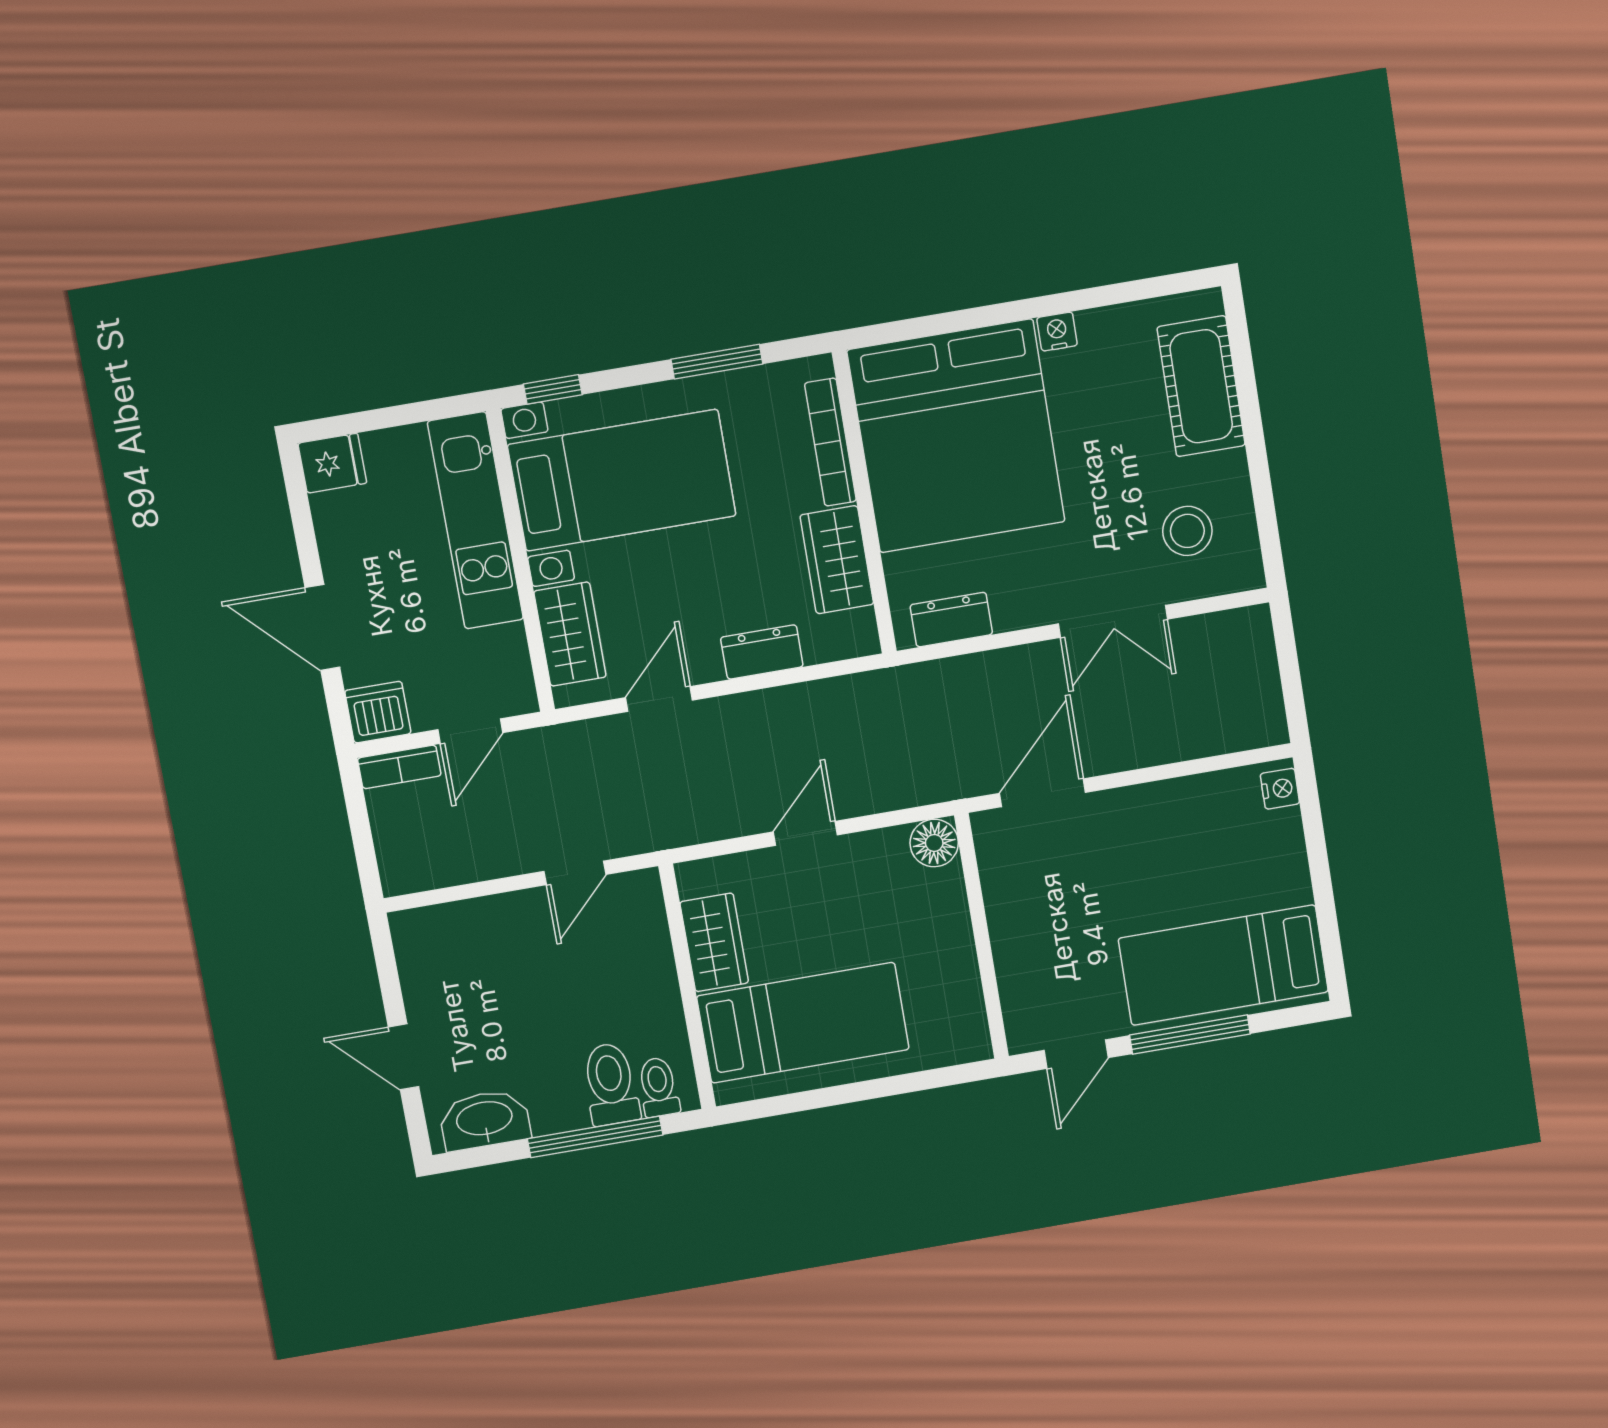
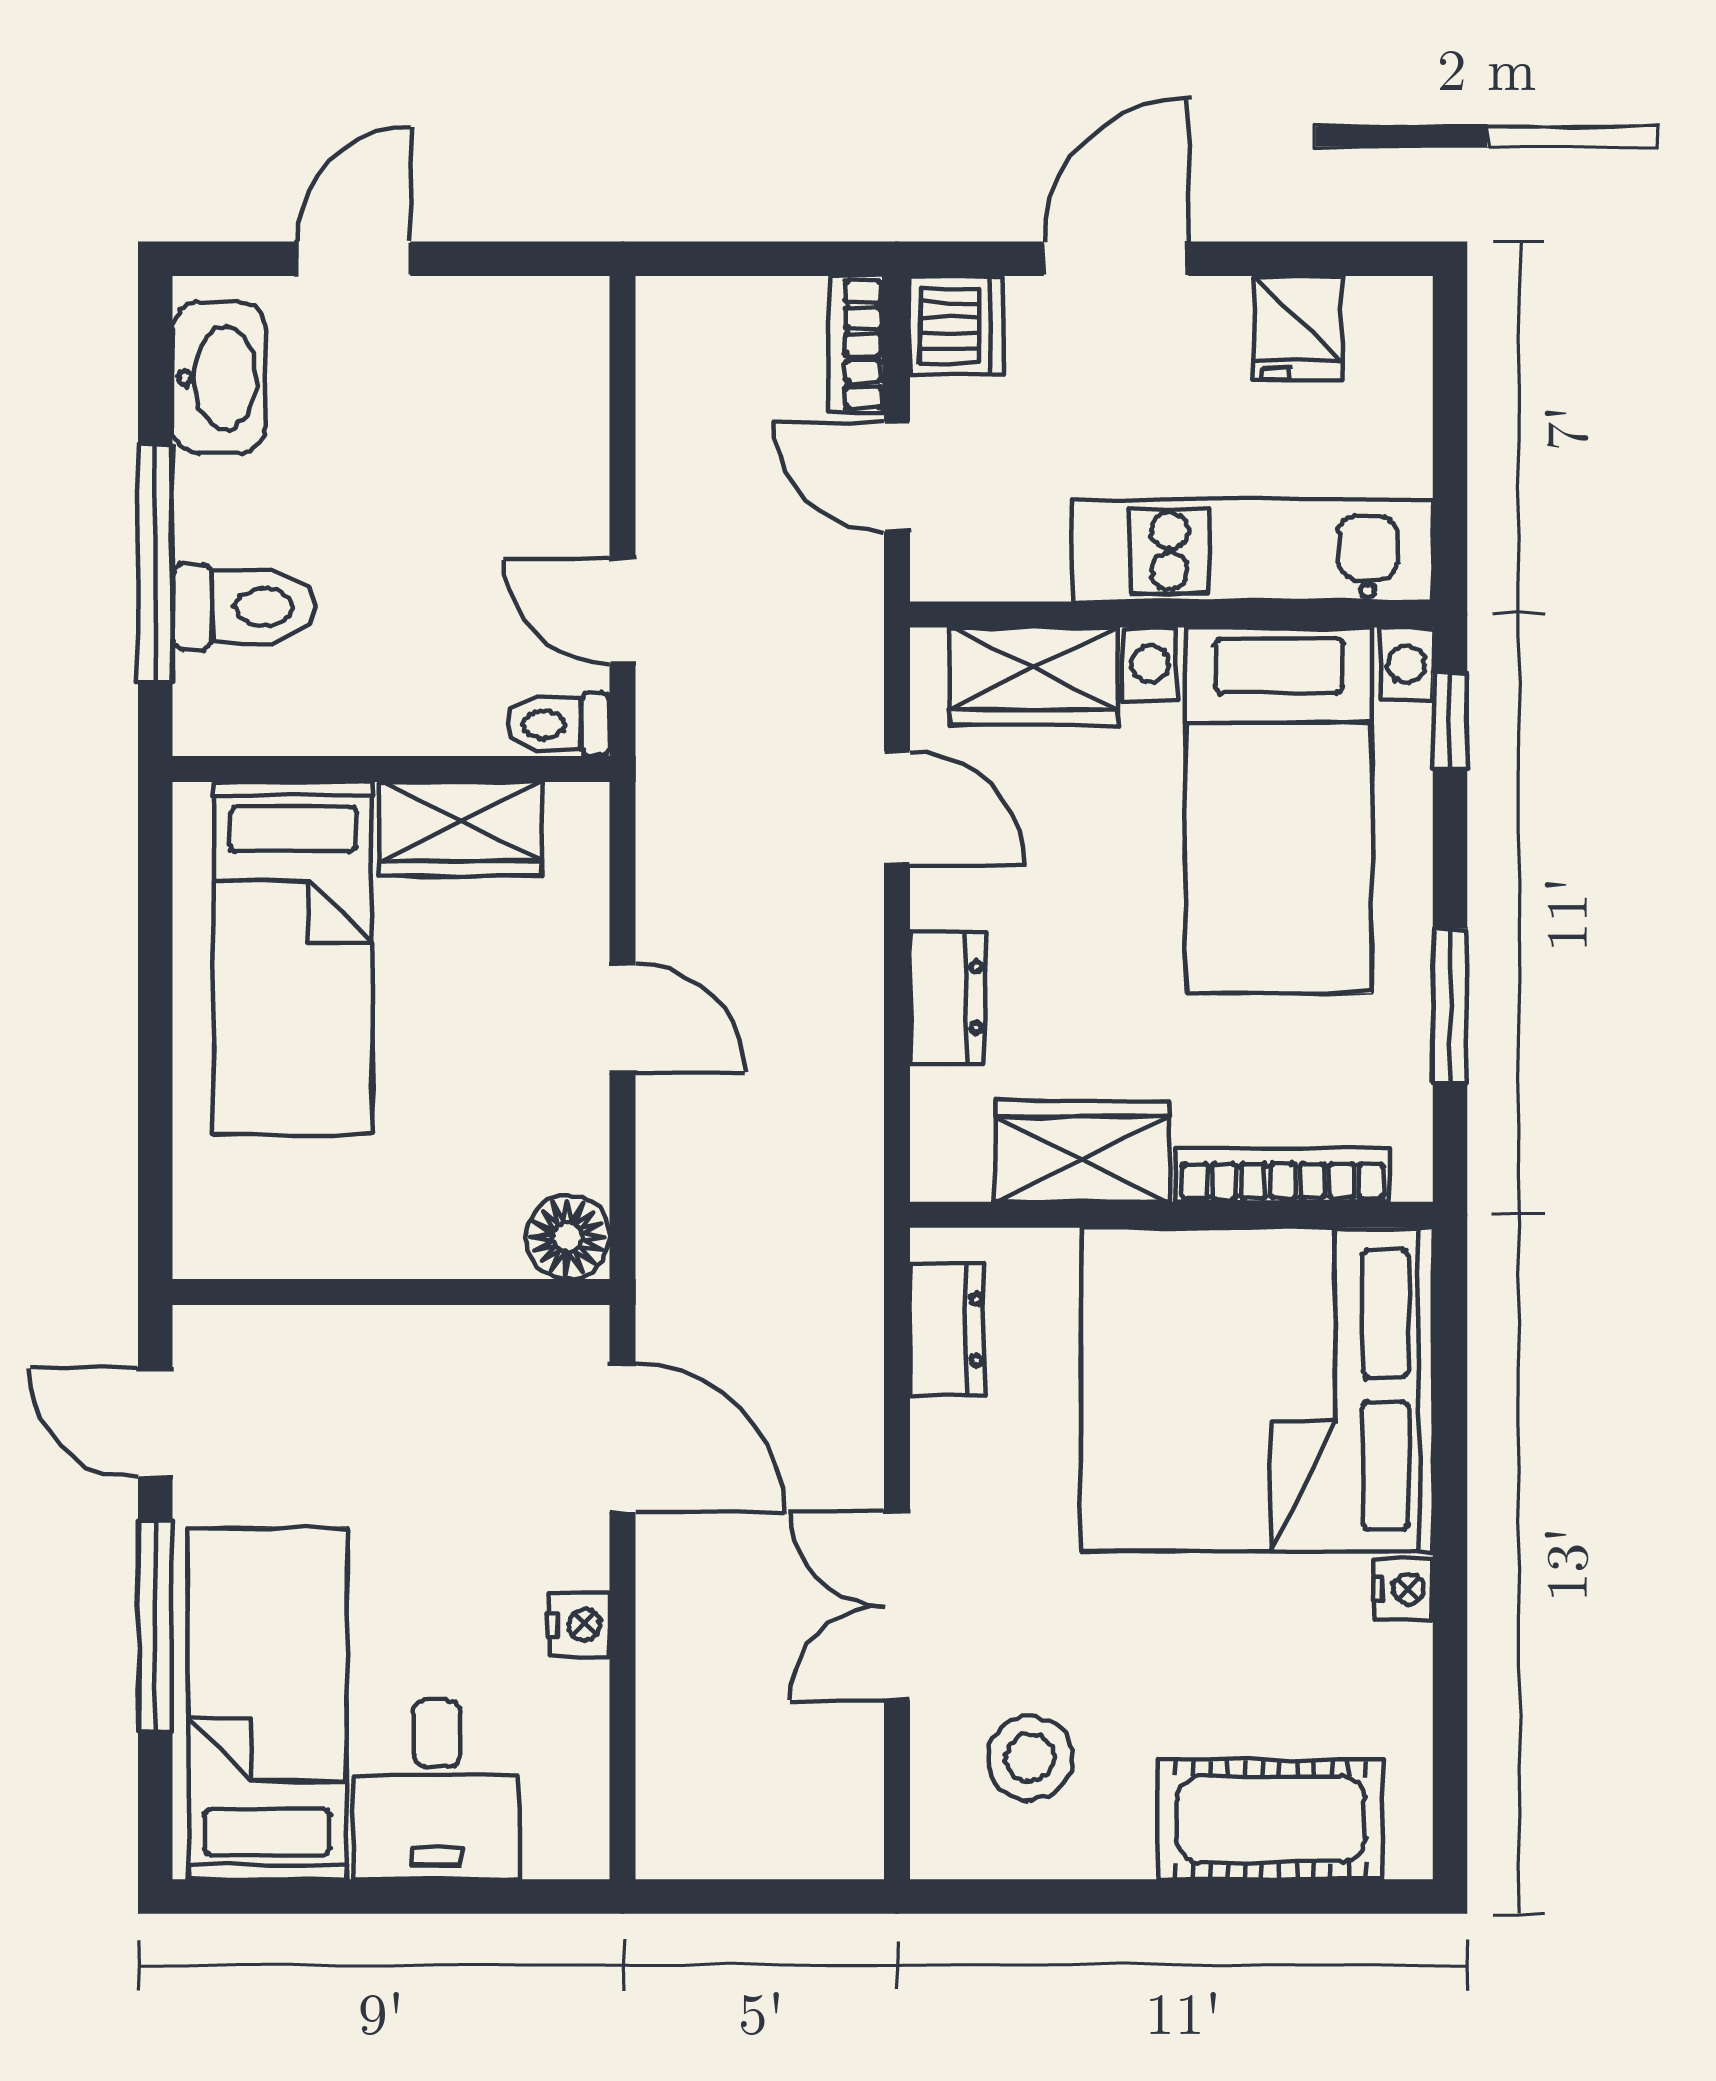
fridge: (332, 463) -> (1298, 328), moved
nightstand: (1280, 789) -> (579, 1625), moved, turned -90
desk: (1257, 863) -> (437, 1790), added
toilet: (659, 1087) -> (558, 724), moved, turned 180

